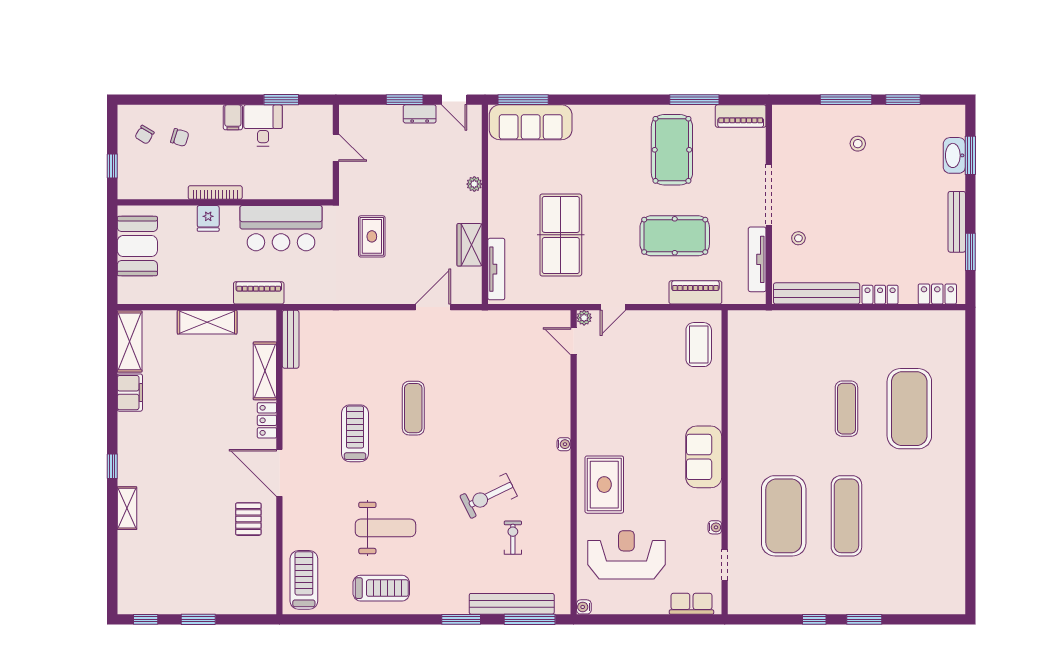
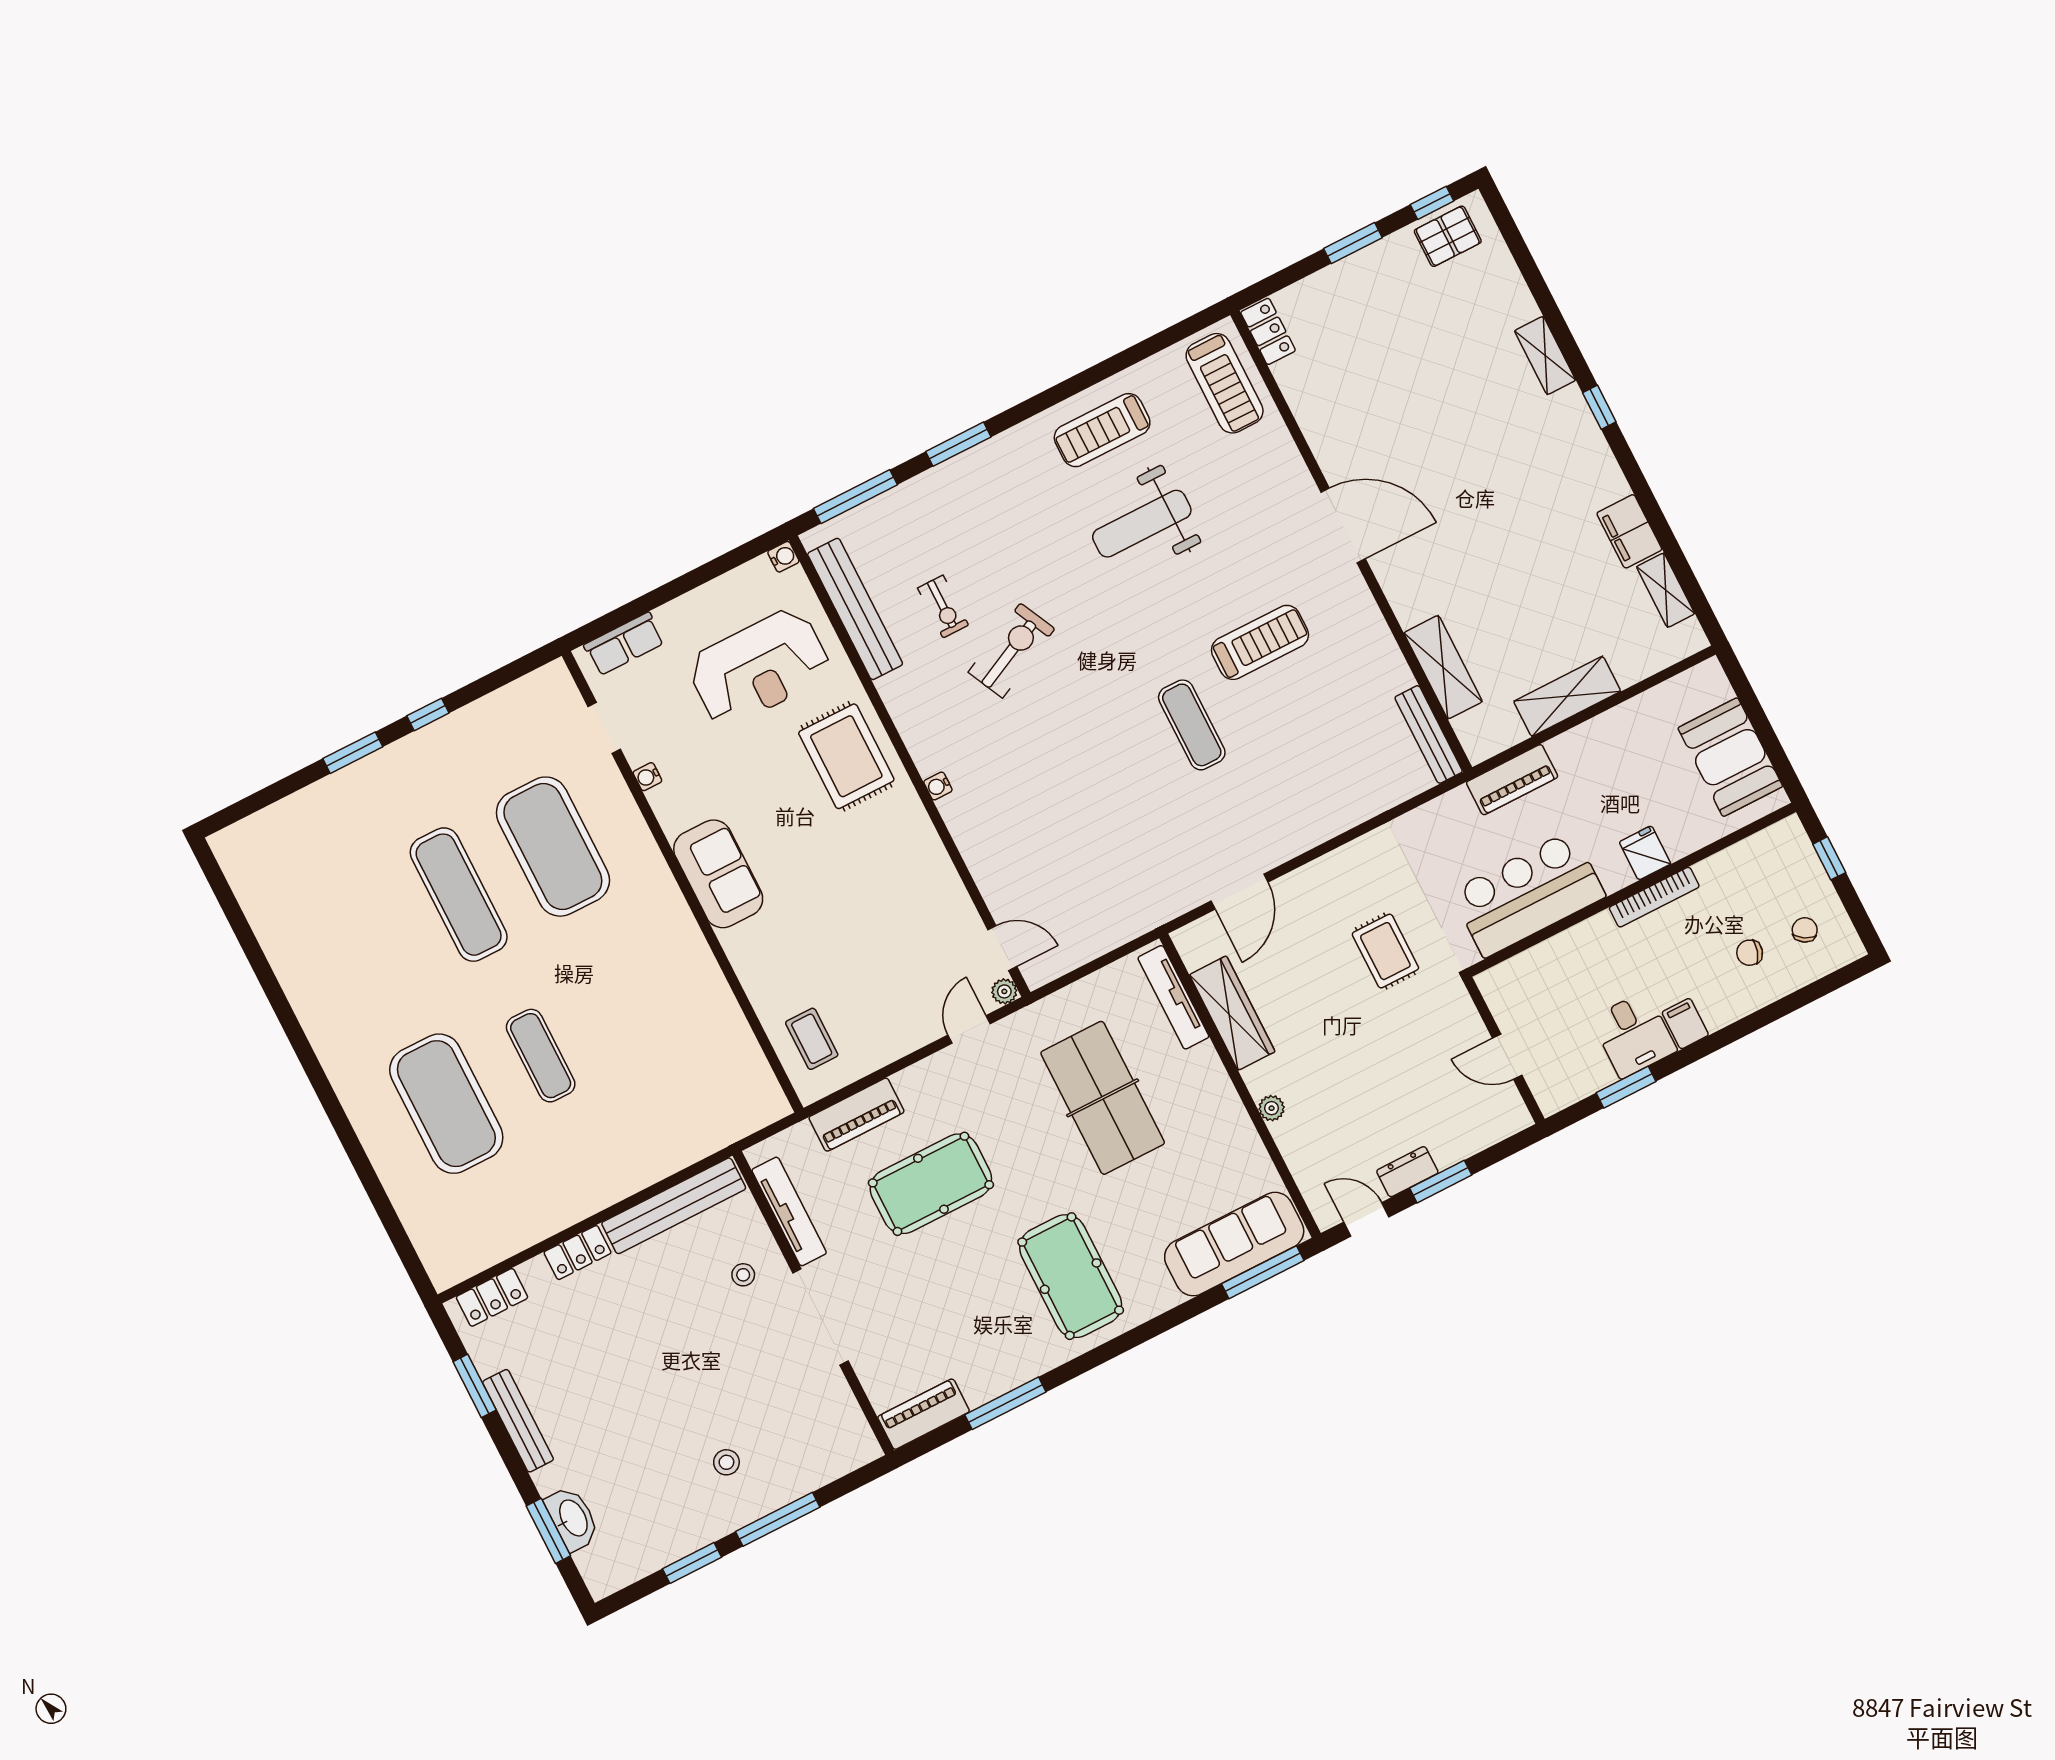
pool table: (672, 150) -> (1071, 1276), moved
wardrobe: (470, 245) -> (1232, 1013), width x1.50
shelving: (130, 341) -> (1666, 590), width x0.67, depth x0.75
coffee table: (699, 345) -> (812, 1039), width x0.73, depth x0.77
locker: (267, 420) -> (1268, 331), moved
treadmill: (355, 433) -> (1260, 642), turned -90
pallet: (248, 519) -> (1448, 236), moved, turned 90
bench: (512, 604) -> (855, 609), moved, turned 90

